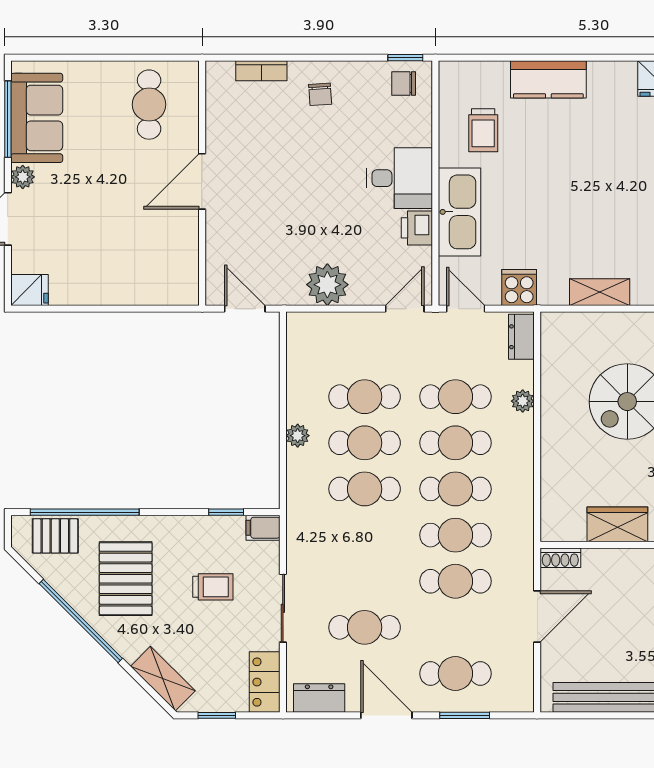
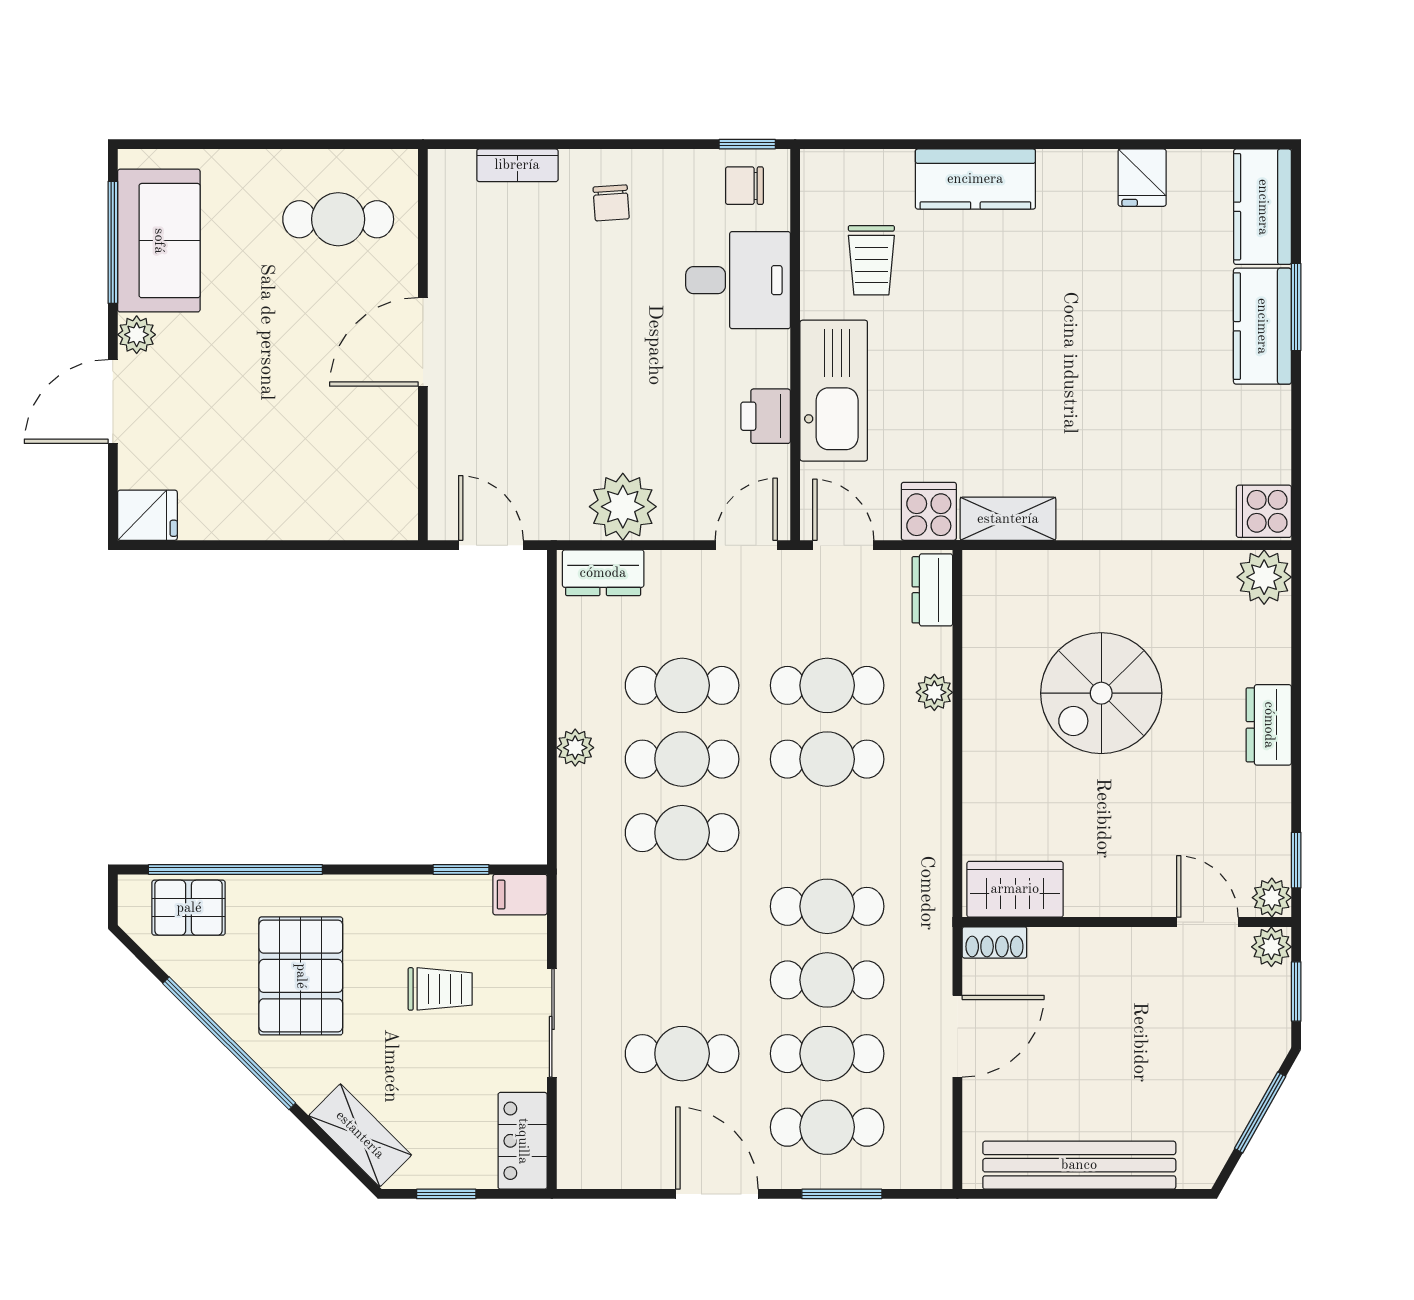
cafe table: (149, 105) -> (338, 219), turned 90
desk: (400, 178) -> (738, 280), moved
shelving: (600, 292) -> (1008, 519), moved
cafe table: (455, 489) -> (827, 1054), moved
wardrobe: (617, 524) -> (1015, 889), moved
dresser: (319, 698) -> (603, 573), moved, turned 180

